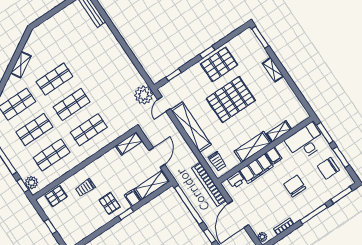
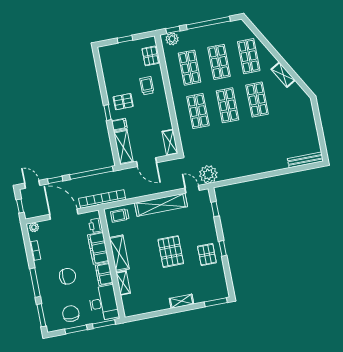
pallet: (219, 64) -> (207, 255), width x0.67, depth x0.71
pallet: (231, 99) -> (171, 252), width x0.73, depth x0.71
filing cabinet: (274, 156) -> (104, 274), width x2.00

